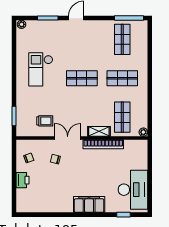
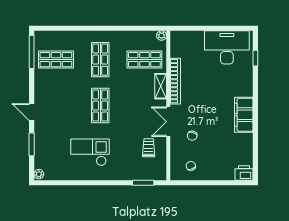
checkout: (41, 69) -> (90, 152), turned 180
printer: (23, 180) -> (244, 173), moved
filing cabinet: (89, 204) -> (244, 115), moved

